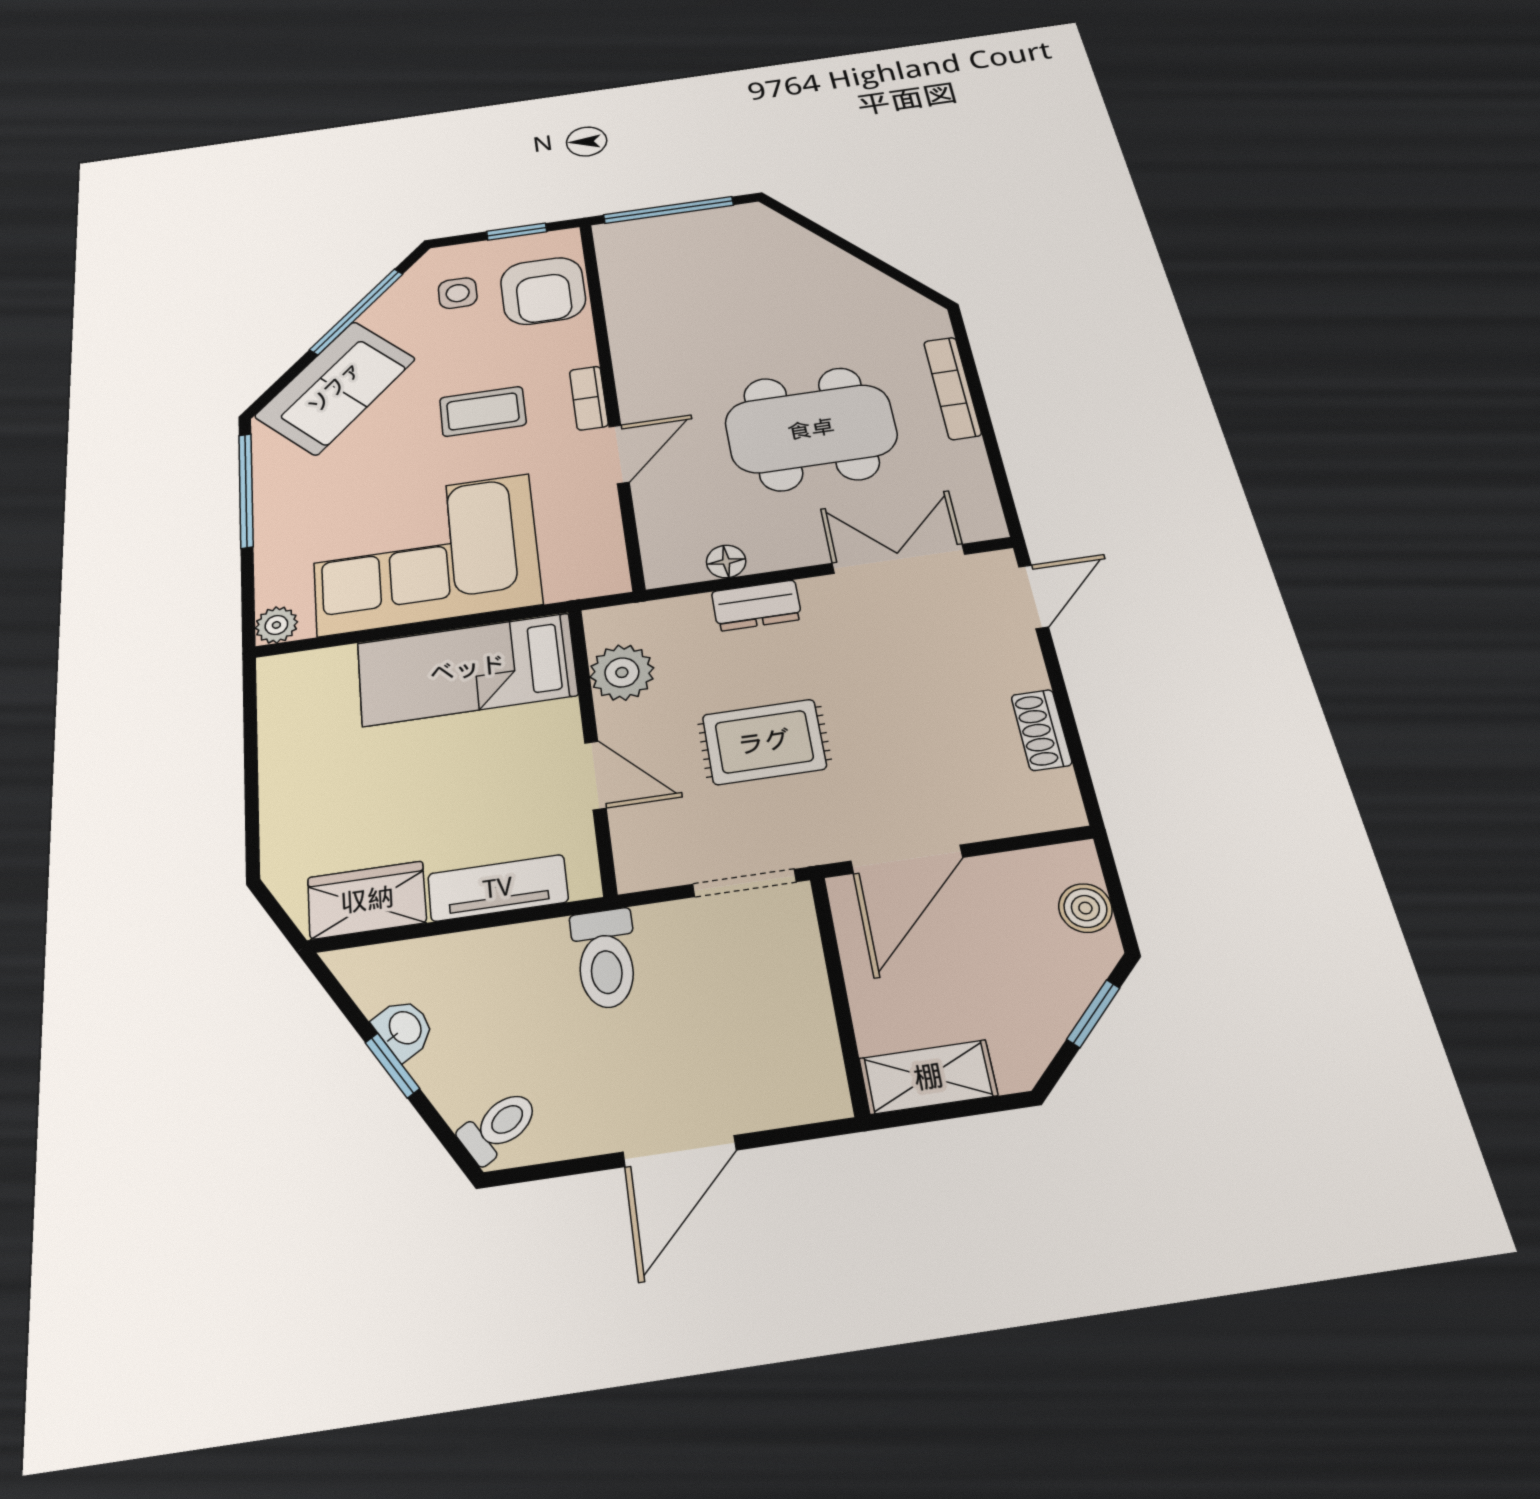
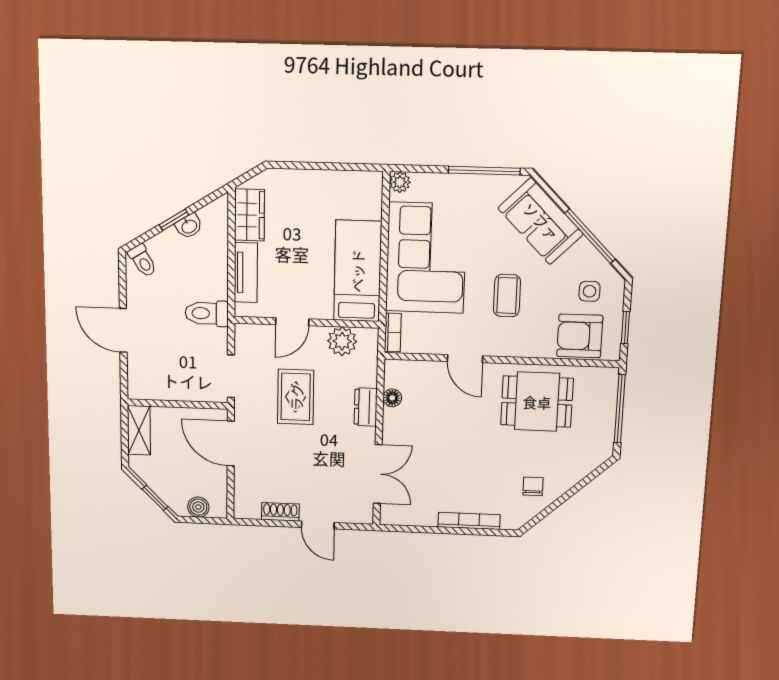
chair: (851, 303) -> (533, 486), added
bookcase: (589, 398) -> (393, 332), moved, turned 90
dining table: (811, 429) -> (537, 402), moved, width x0.73
door: (1033, 597) -> (318, 525), moved

